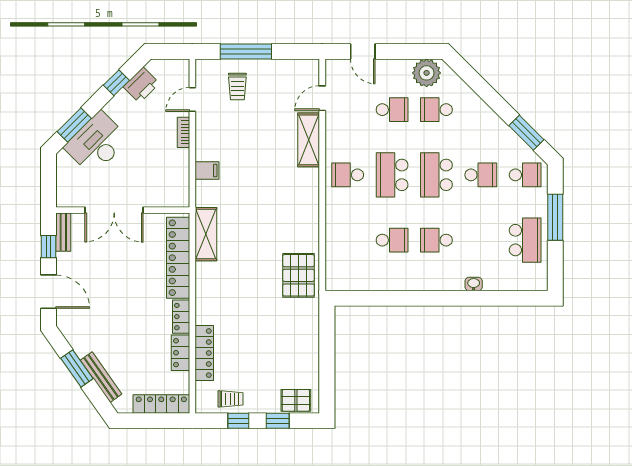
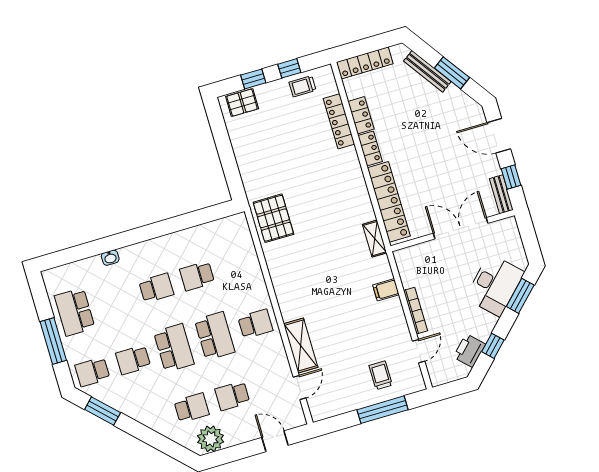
bookcase: (183, 132) -> (416, 311), width x1.56
shelving: (206, 234) -> (375, 239), width x0.67, depth x0.75

